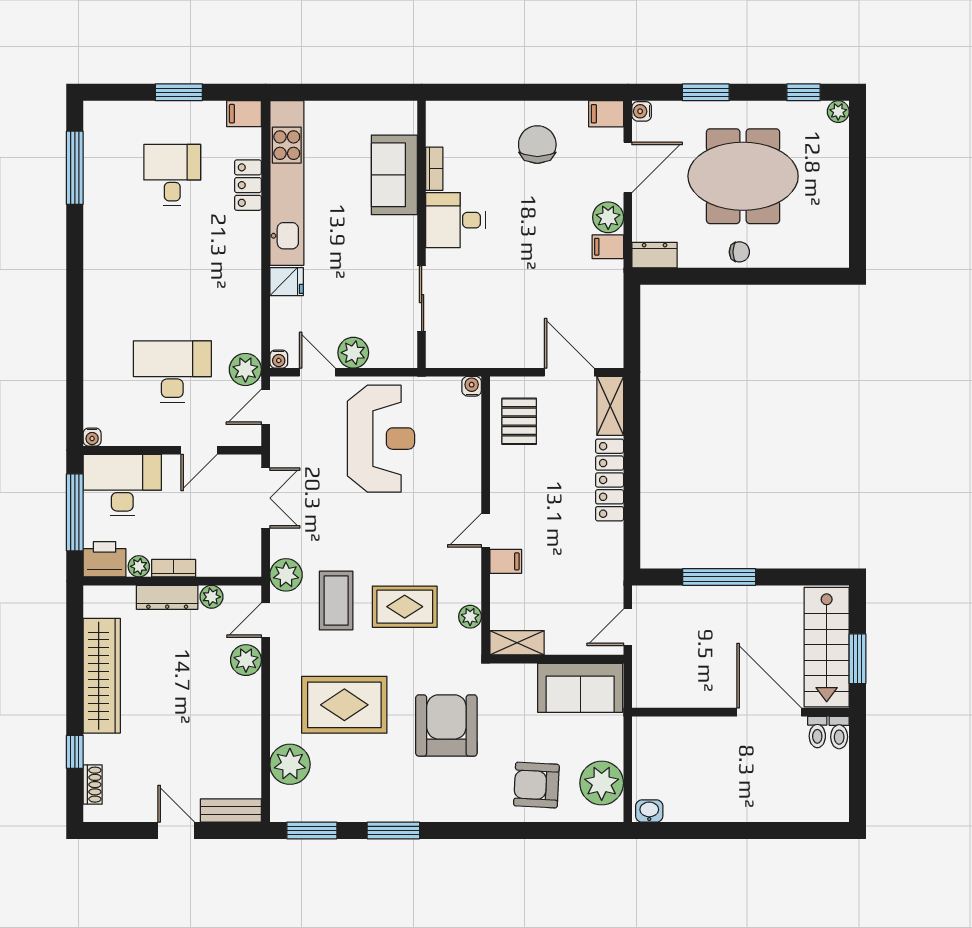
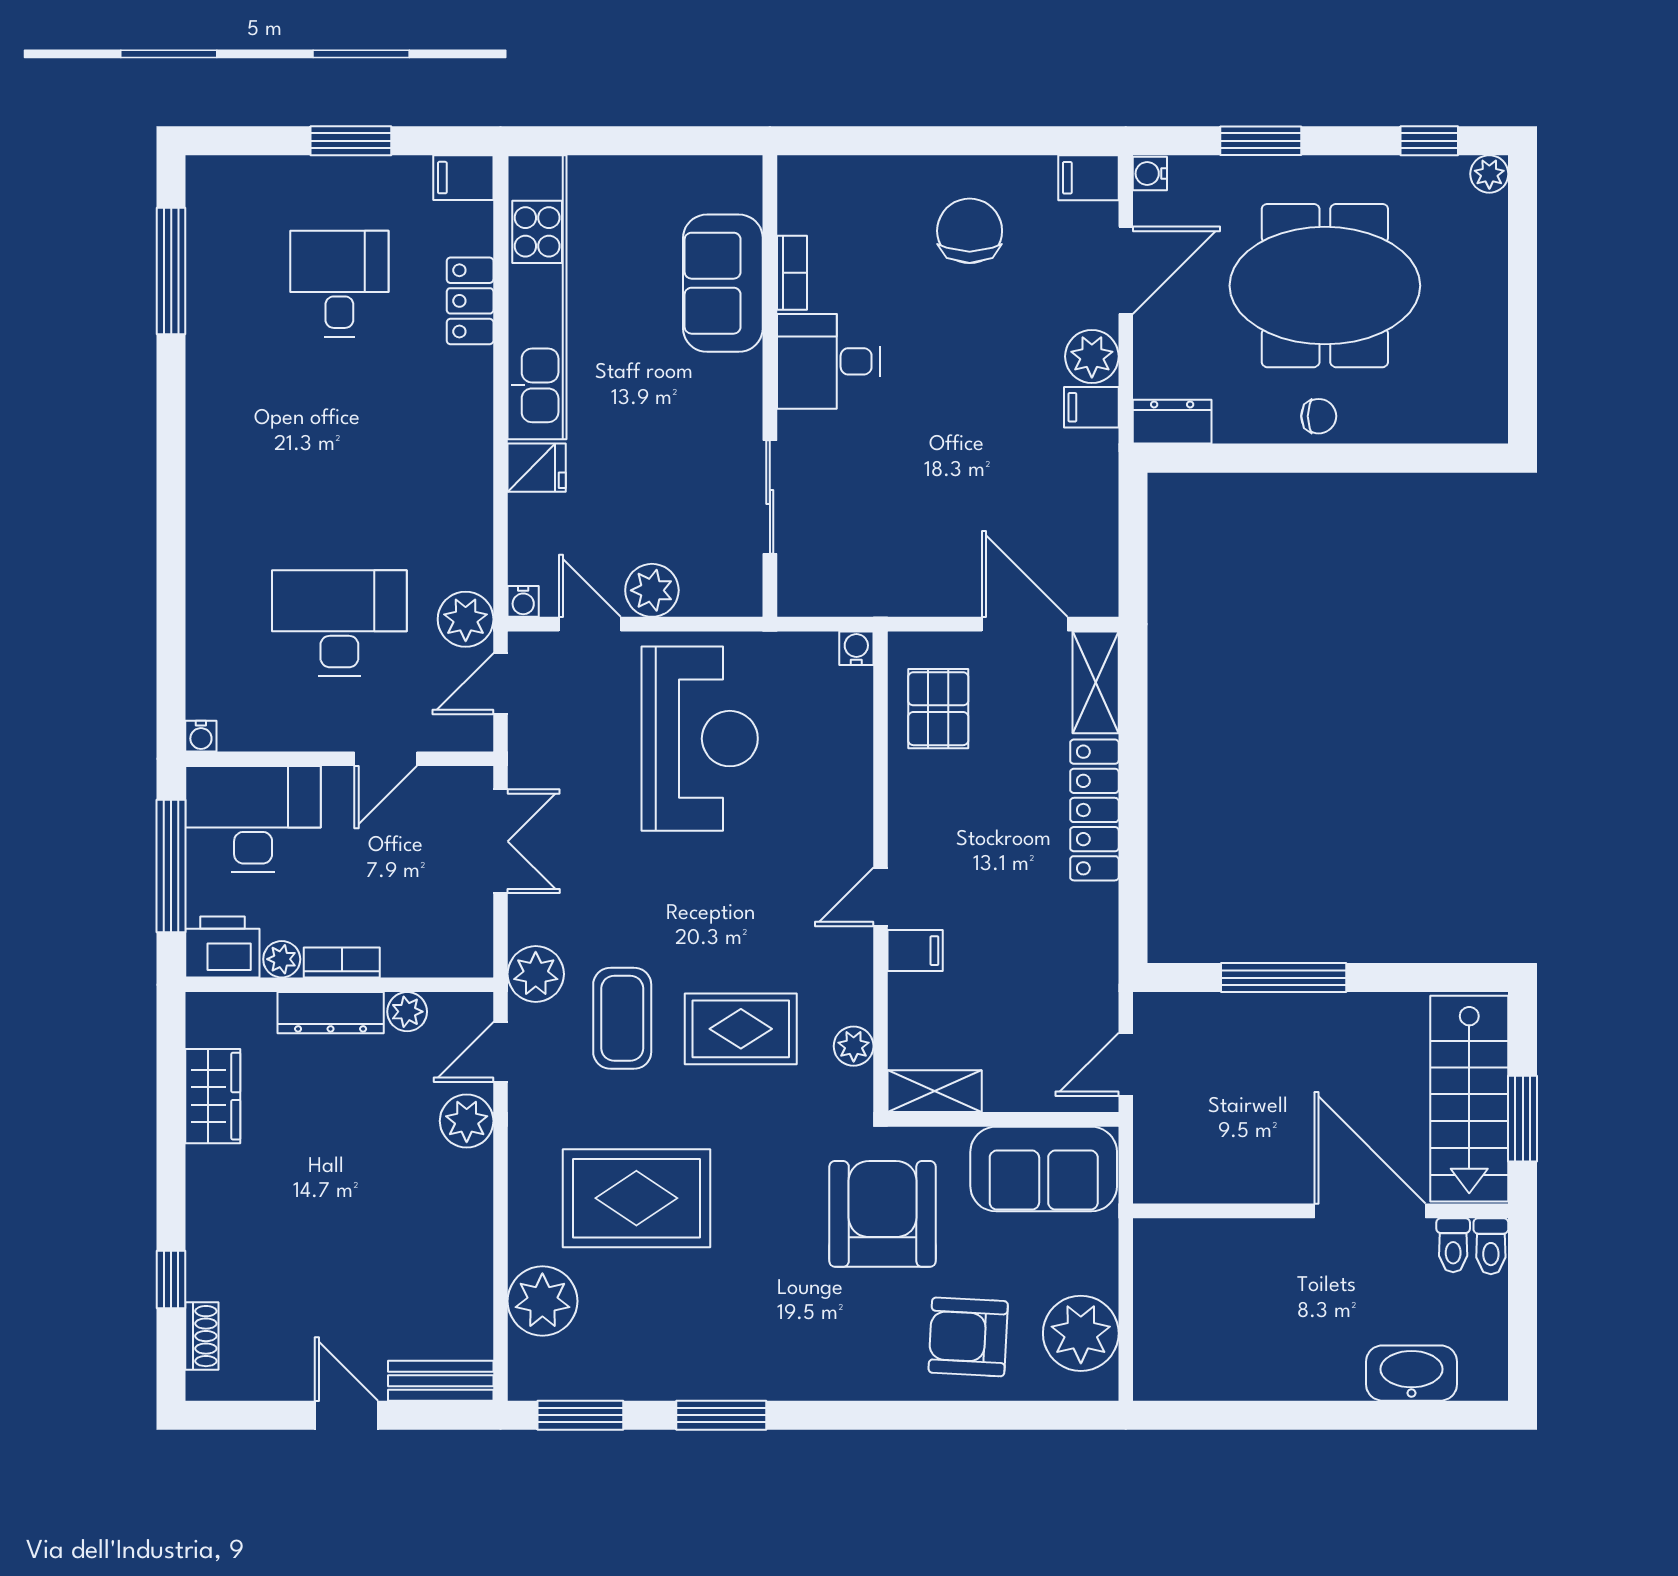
wardrobe: (102, 676) -> (213, 1096), width x0.48, depth x0.85
armchair: (446, 726) -> (883, 1214), moved
washbasin: (649, 811) -> (1411, 1373), moved, width x1.91, depth x1.45

